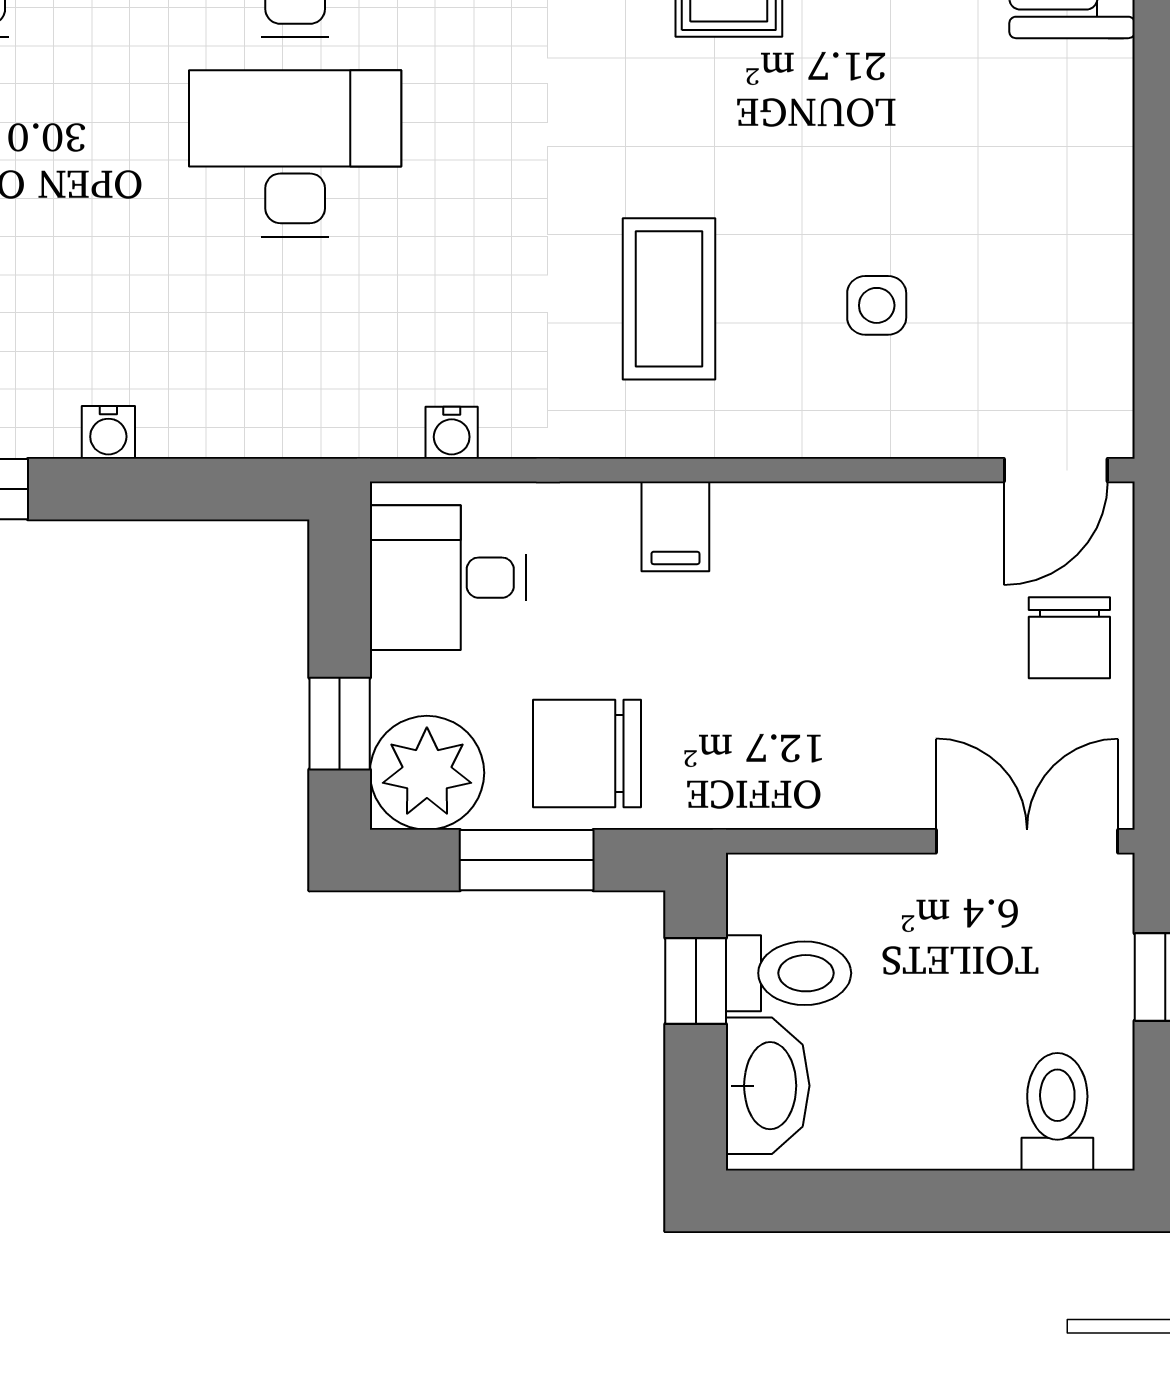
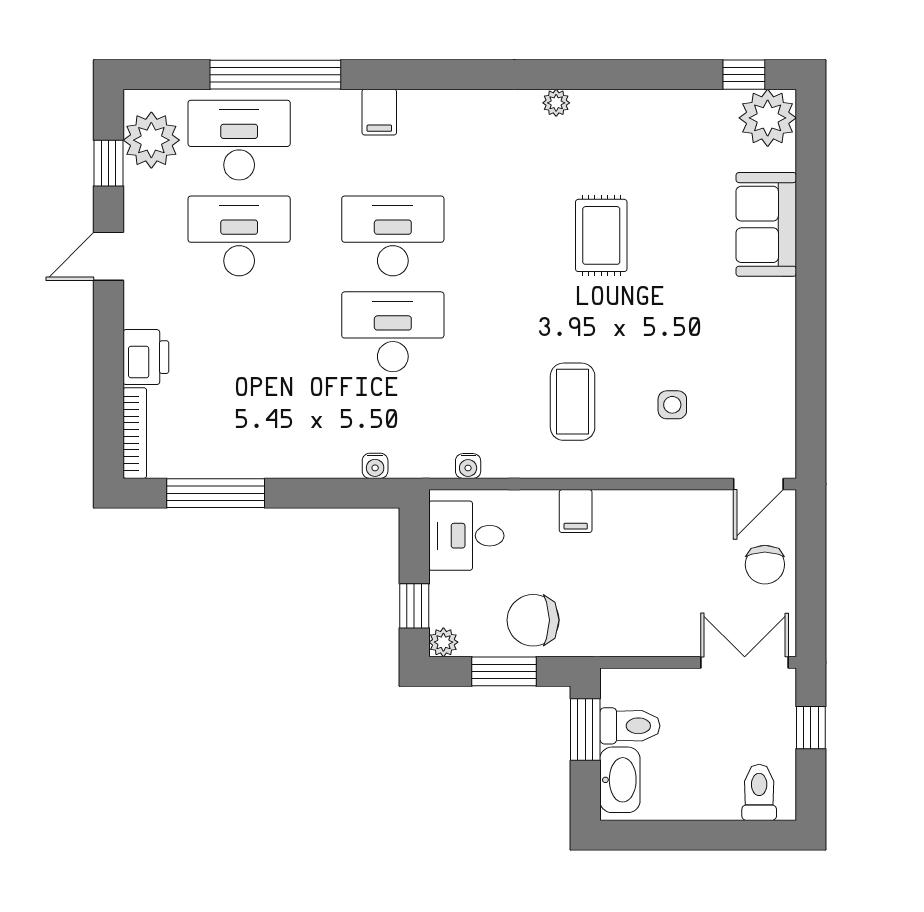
water cooler: (108, 432) -> (375, 466), moved
plant: (427, 773) -> (443, 642), width x0.53, depth x0.53
window: (696, 981) -> (585, 729), width x1.50

